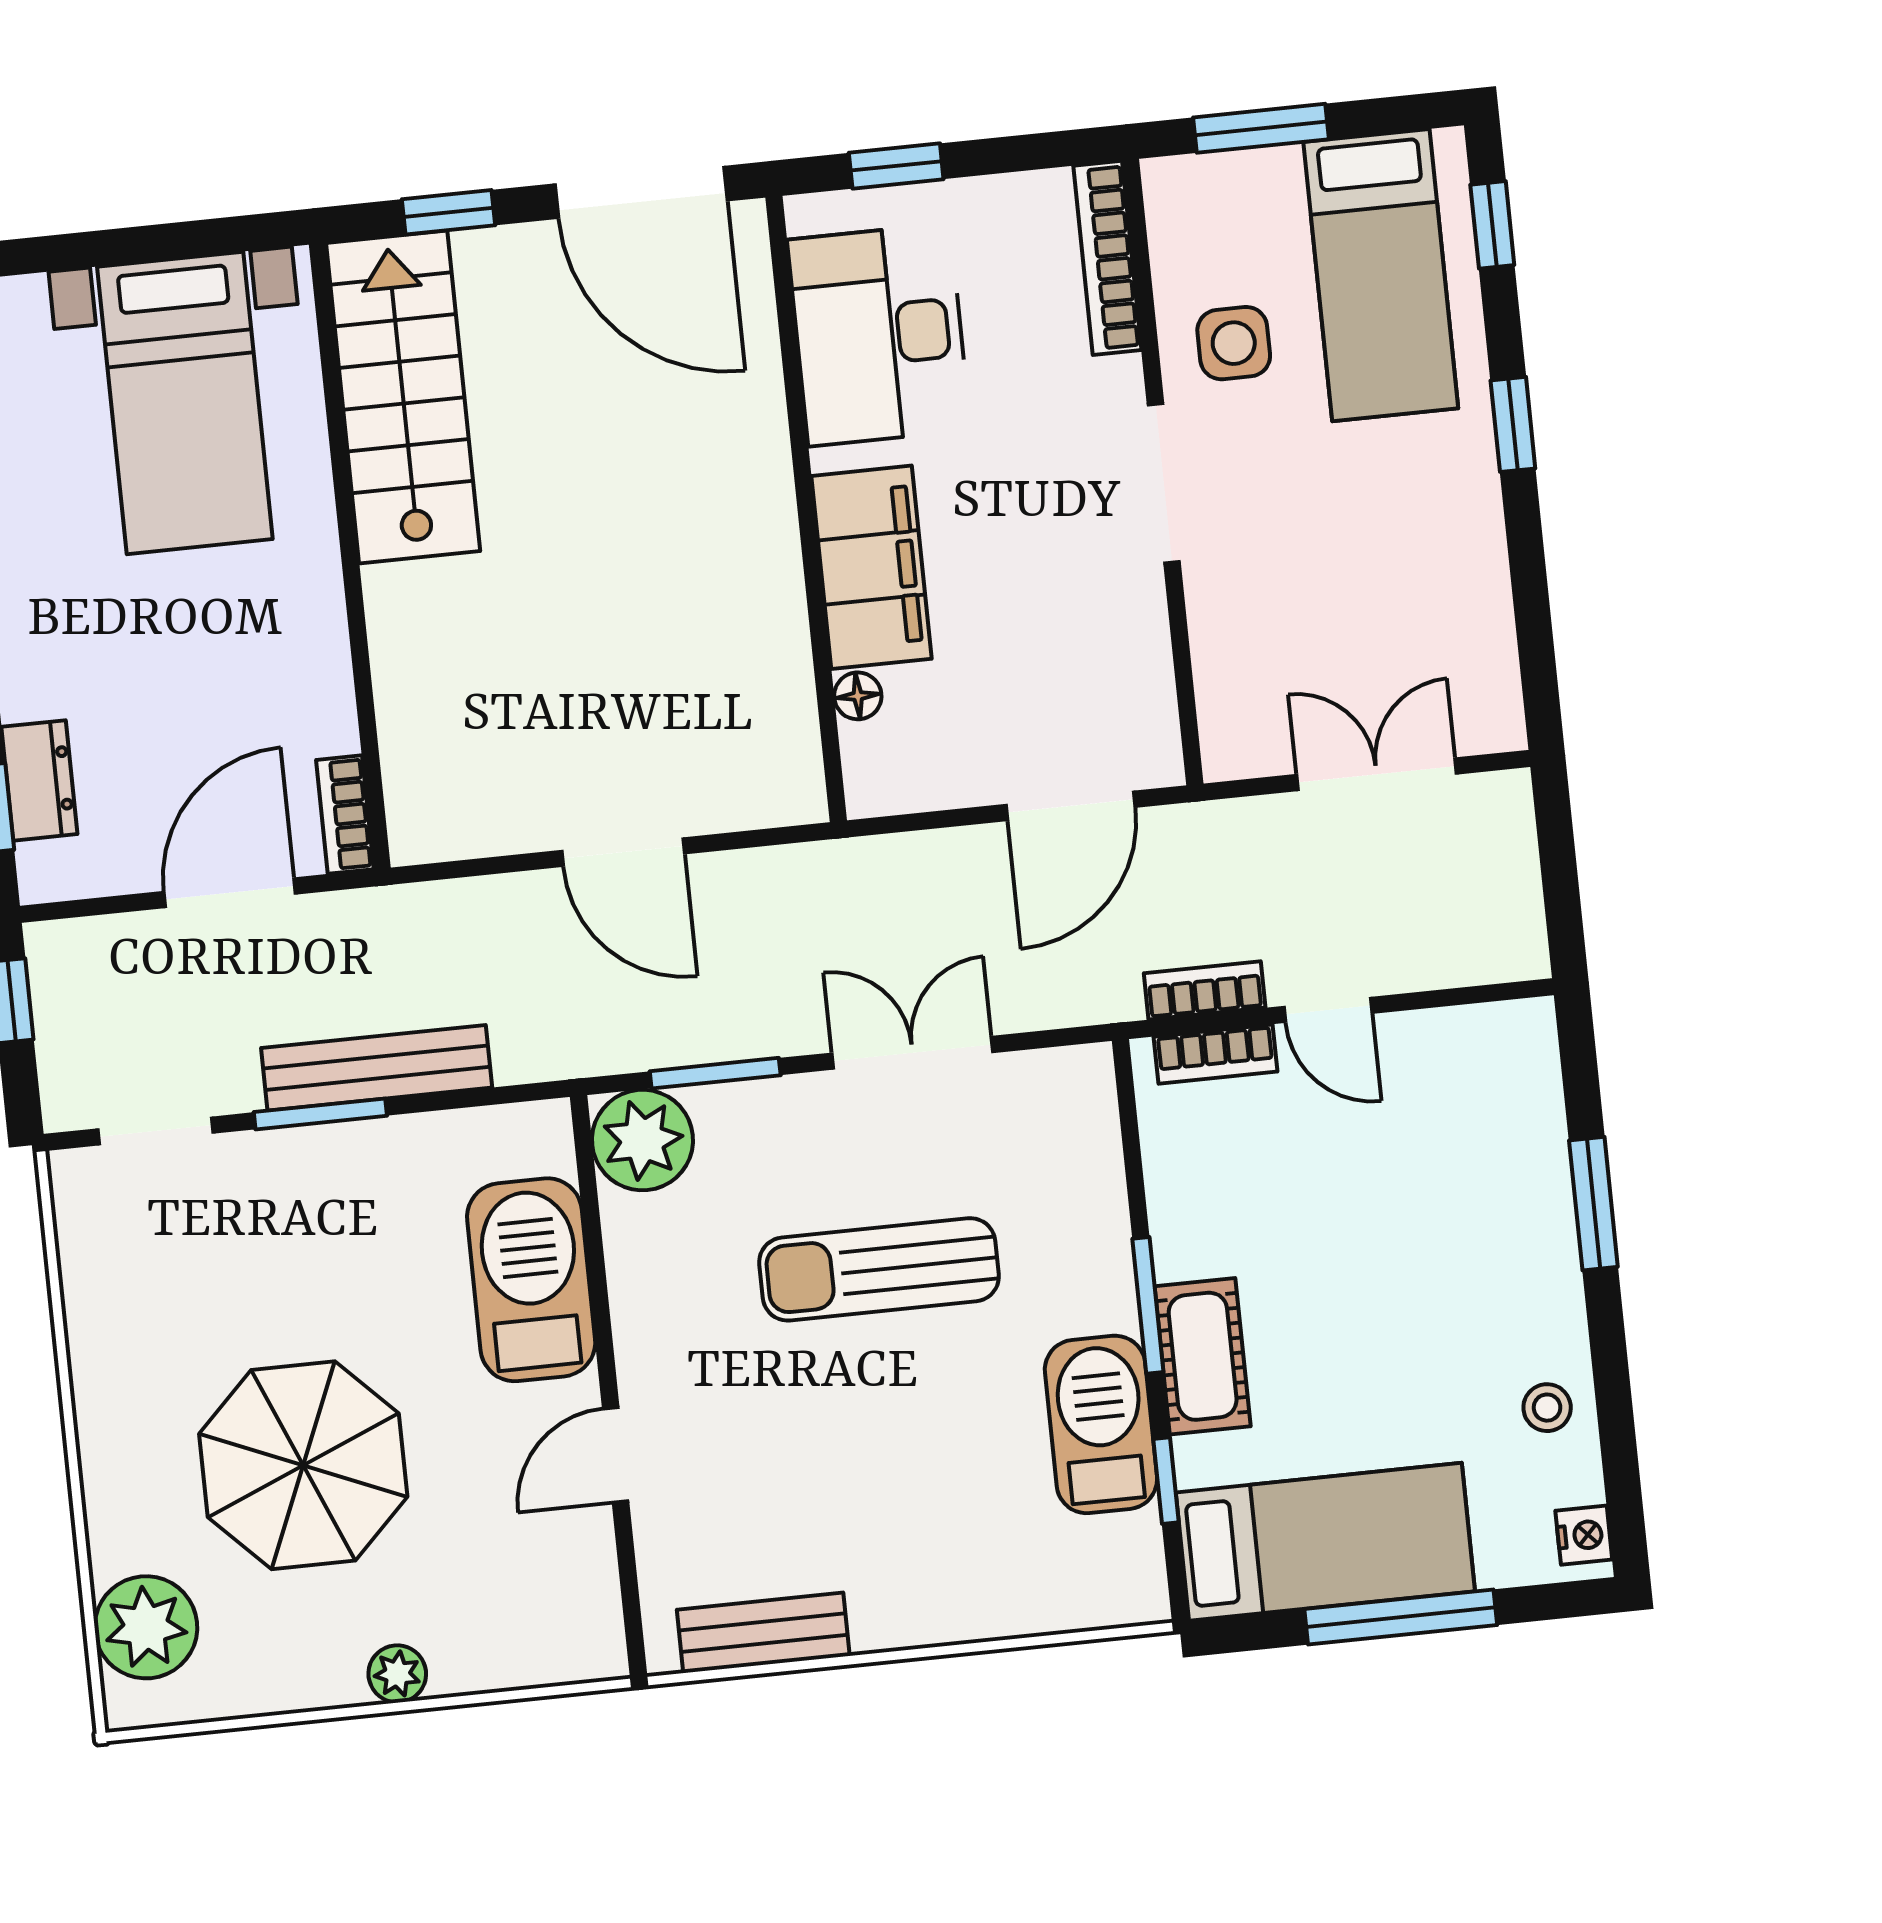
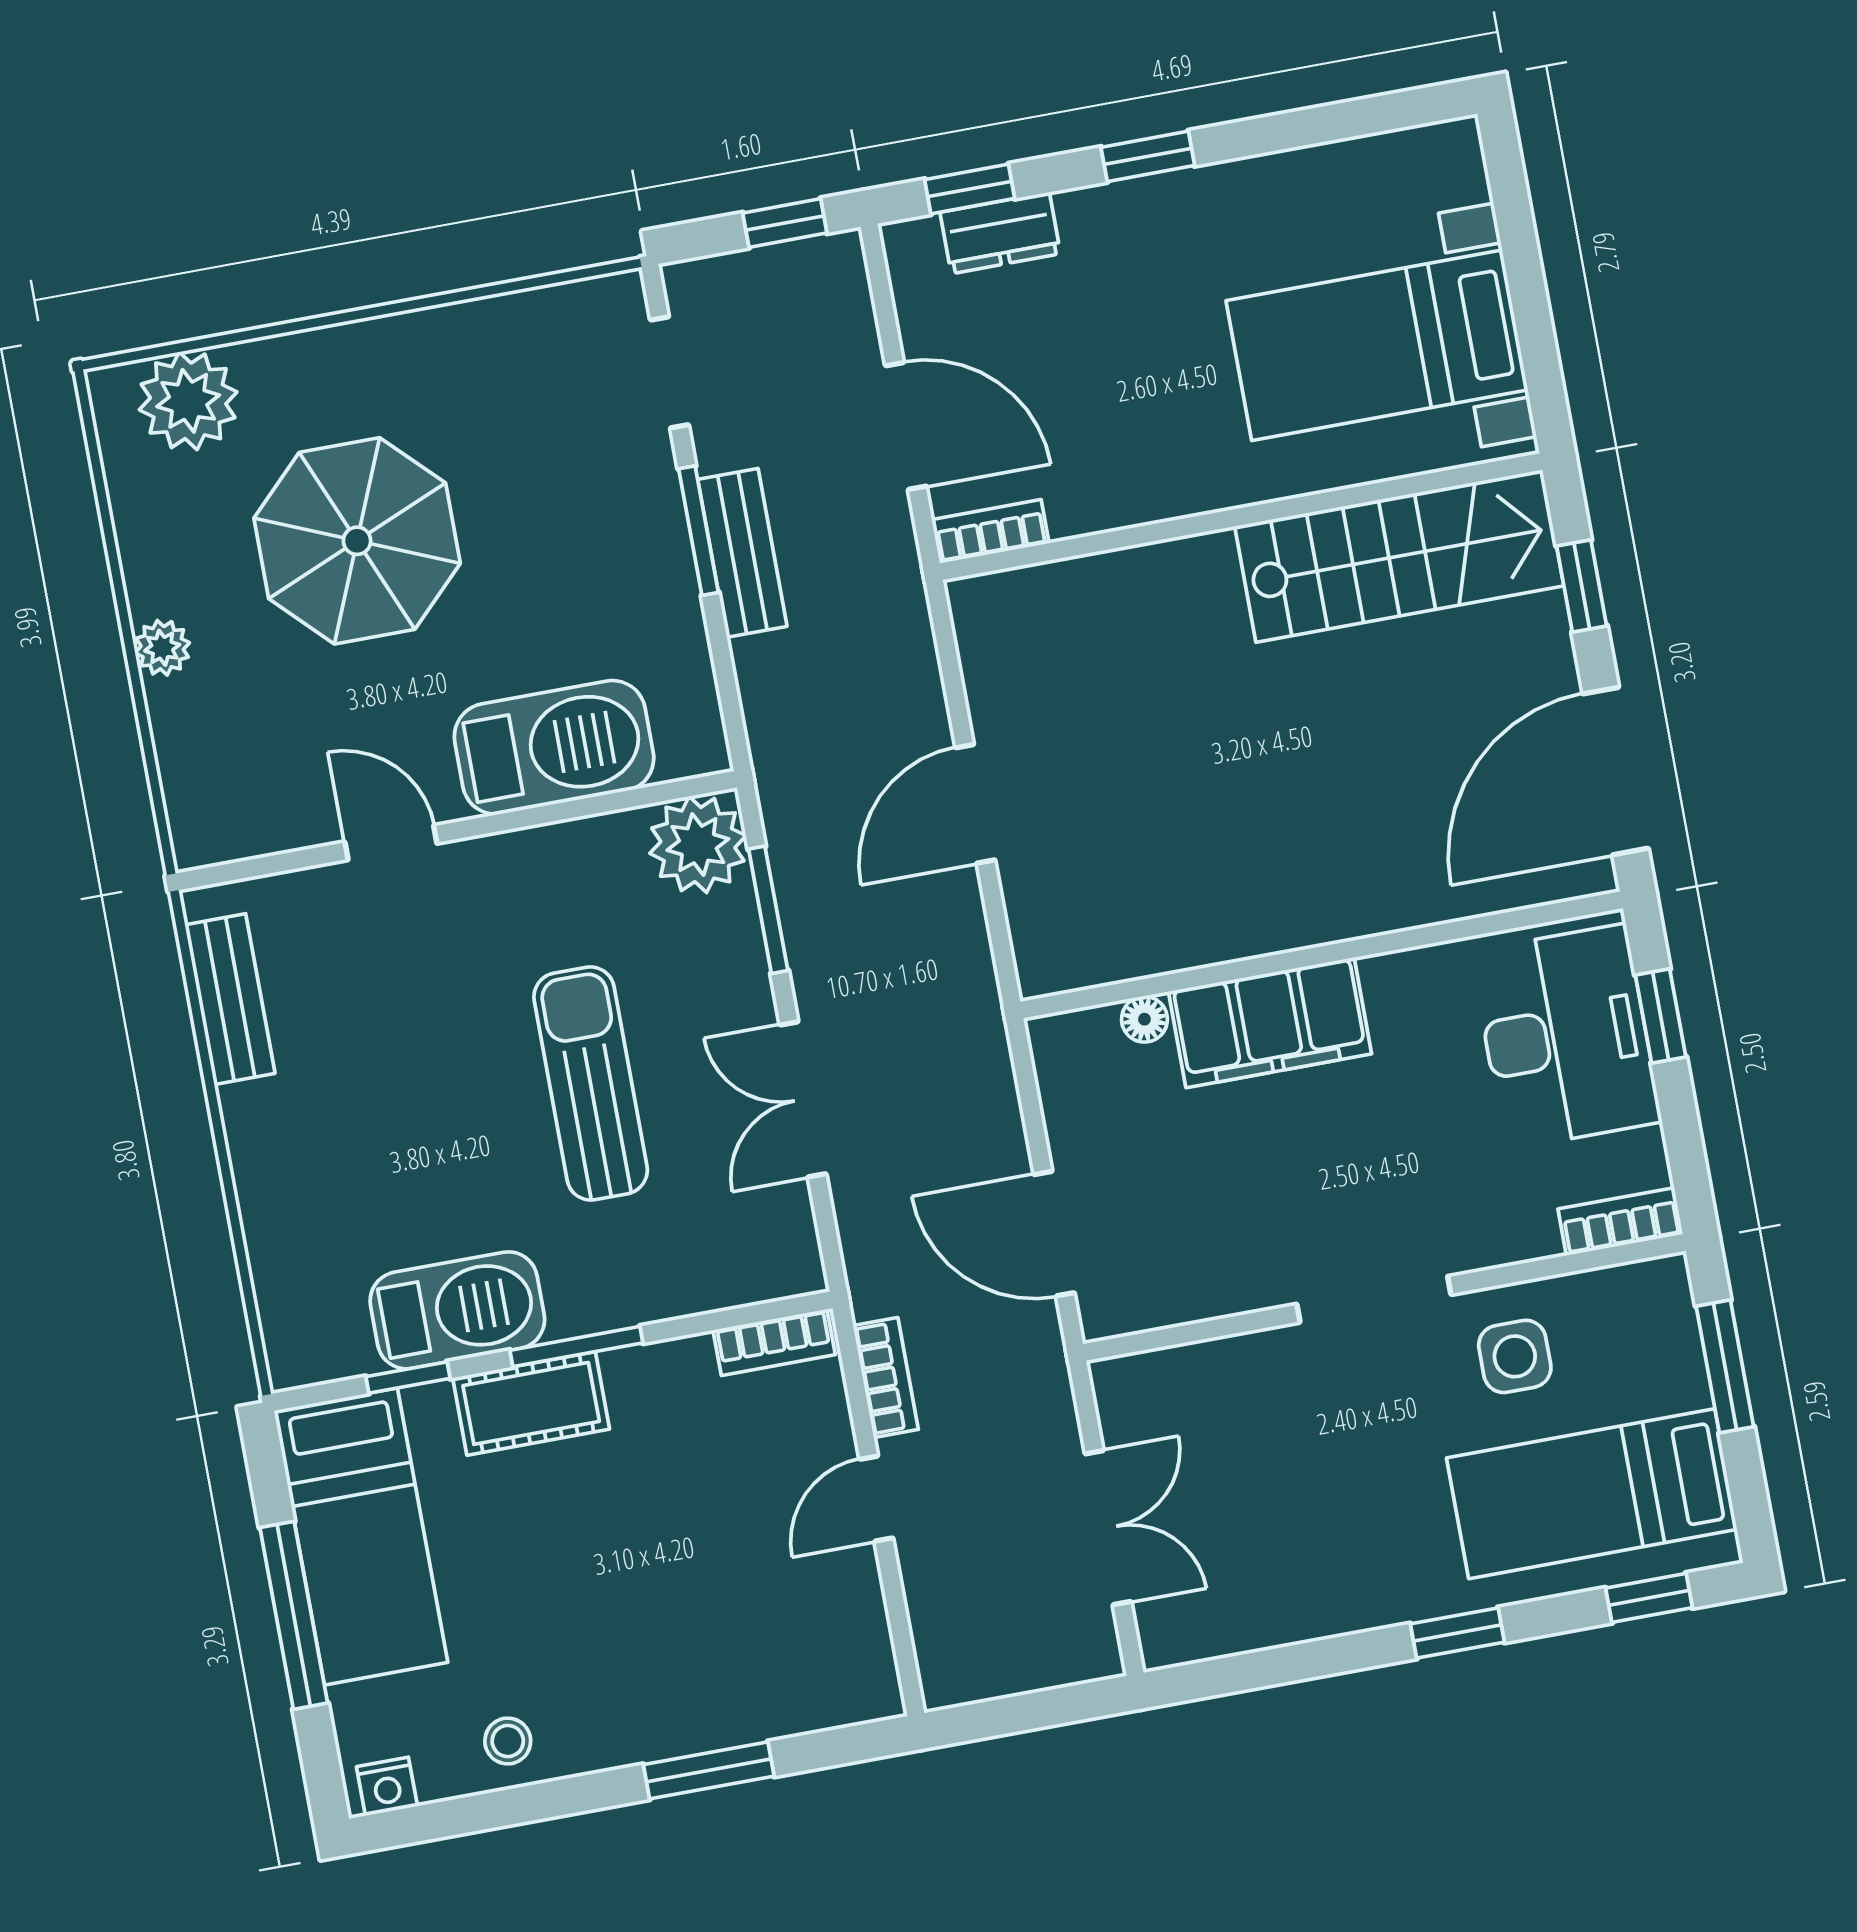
bookcase: (1107, 258) -> (1620, 1222), width x0.64
desk: (879, 335) -> (1566, 1037), moved, turned 90
double door: (912, 1053) -> (803, 1099), swing flipped
bookcase: (1215, 1054) -> (774, 1342), moved, turned -90
bench: (377, 1068) -> (742, 553), width x0.73

